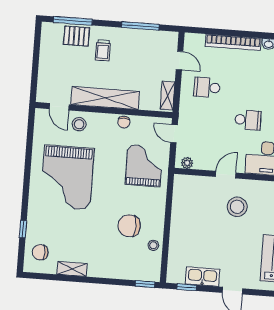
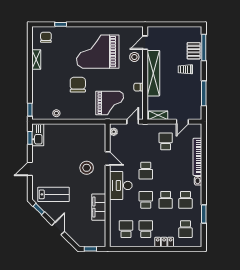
chair: (129, 226) -> (78, 85), moved
kitchen sink: (202, 277) -> (38, 135), moved

